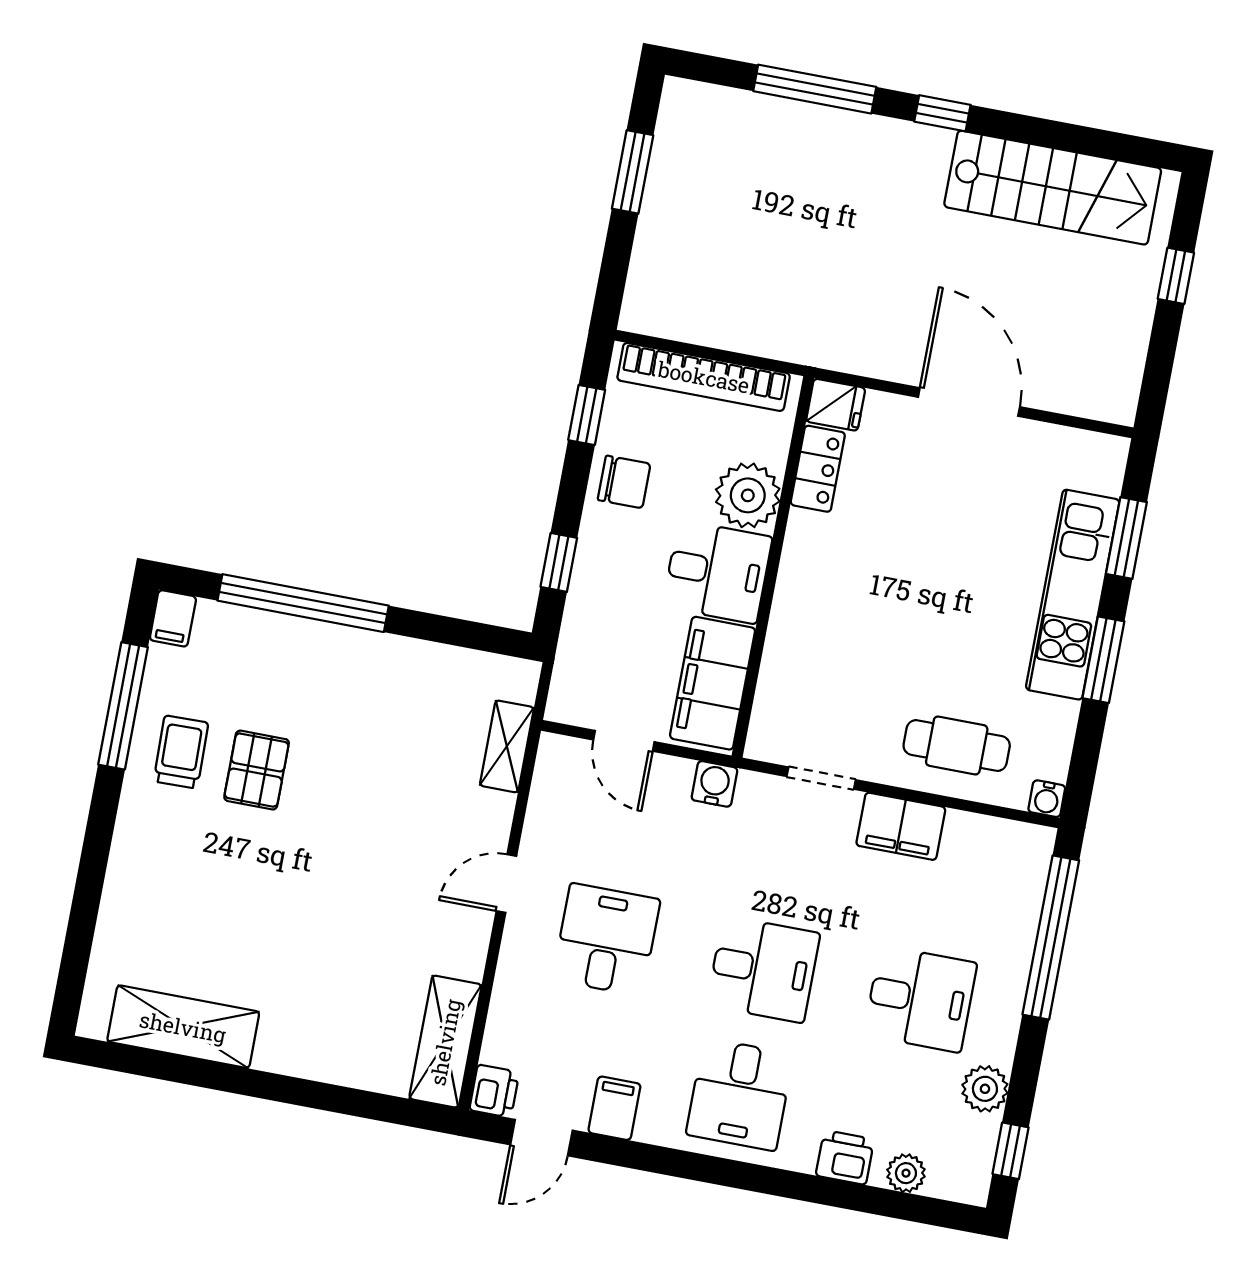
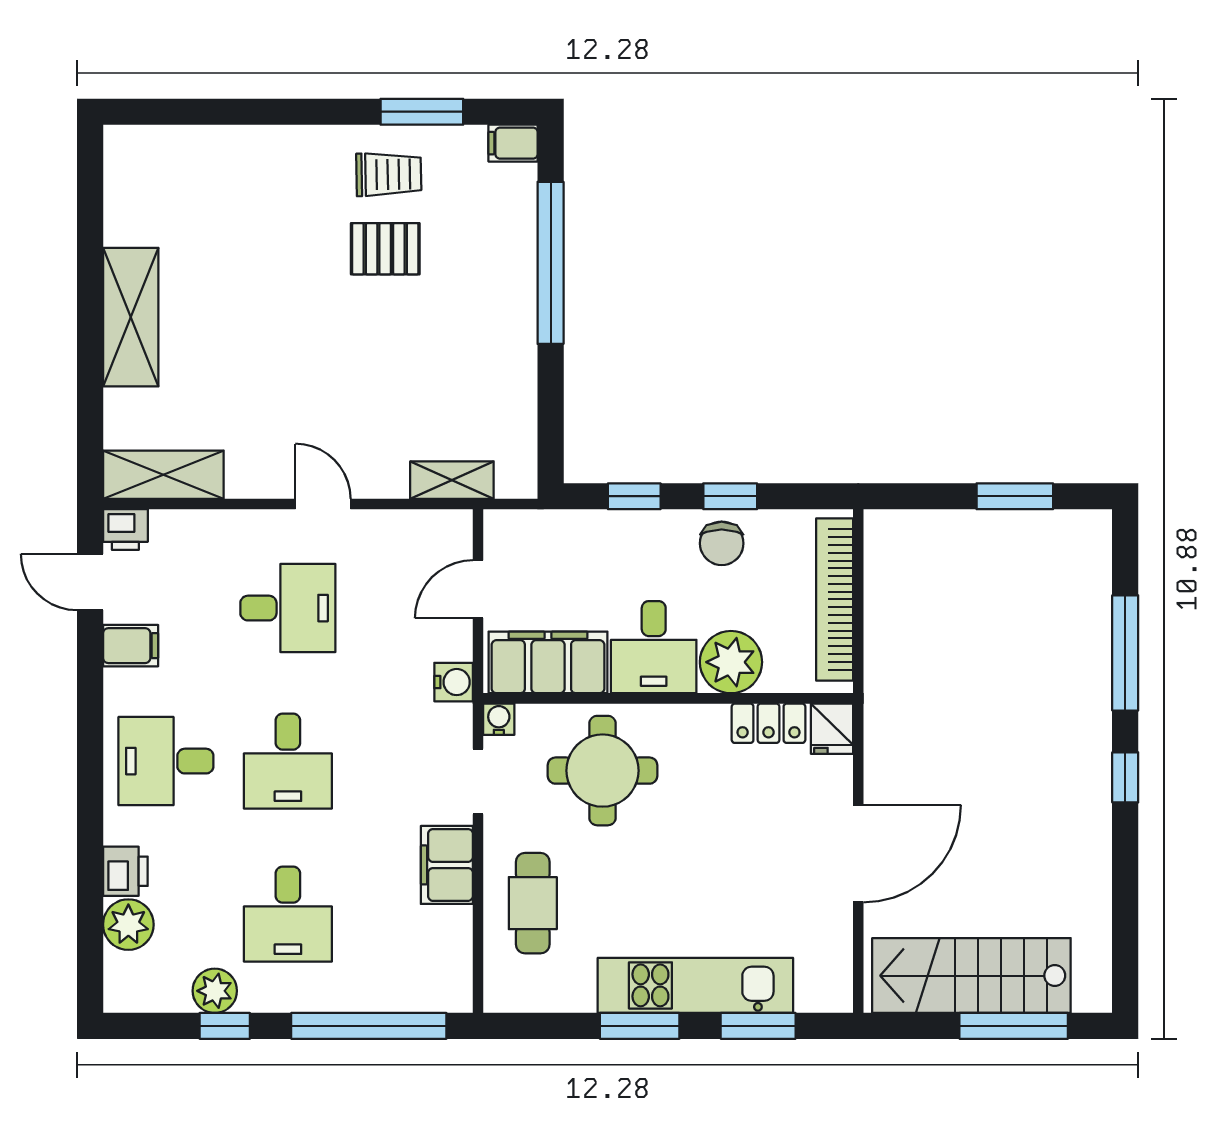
stairs: (1053, 188) -> (971, 976), moved, turned 90
window: (1176, 276) -> (1014, 1026), width x2.17
window: (587, 415) -> (730, 496), moved
round table: (834, 648) -> (603, 771), added
window: (123, 706) -> (422, 112), width x0.69
water cooler: (1047, 799) -> (499, 719), moved, turned 90
shelving: (183, 1027) -> (131, 317), moved
window: (1011, 1151) -> (225, 1026), moved
plant: (906, 1173) -> (128, 925), width x1.38, depth x1.38

